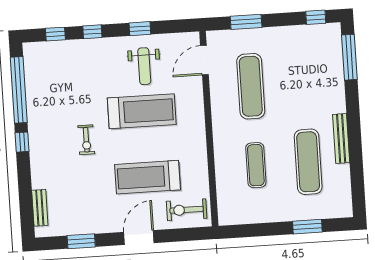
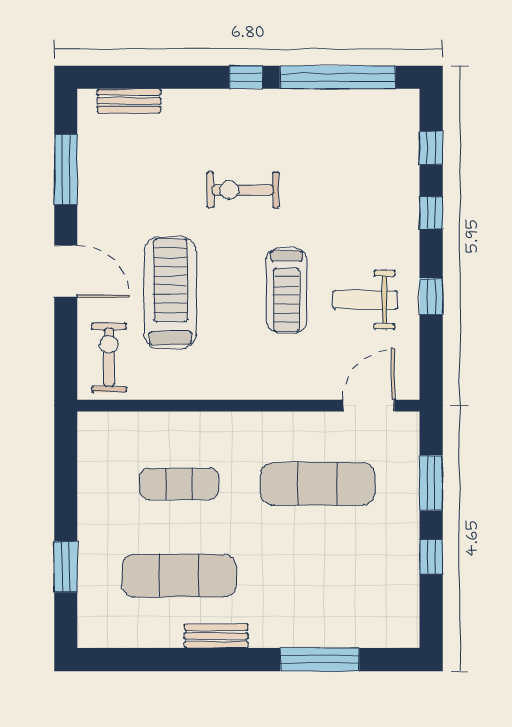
window: (316, 17) -> (431, 557), moved
window: (349, 57) -> (320, 660), moved
door: (204, 60) -> (369, 406), hinge flipped
treadmill: (142, 111) -> (286, 290), width x0.73, depth x0.73
bench: (341, 138) -> (216, 636), width x0.73
exercise bike: (86, 140) -> (243, 190), width x1.38, depth x1.39
window: (81, 241) -> (66, 170), width x1.44

